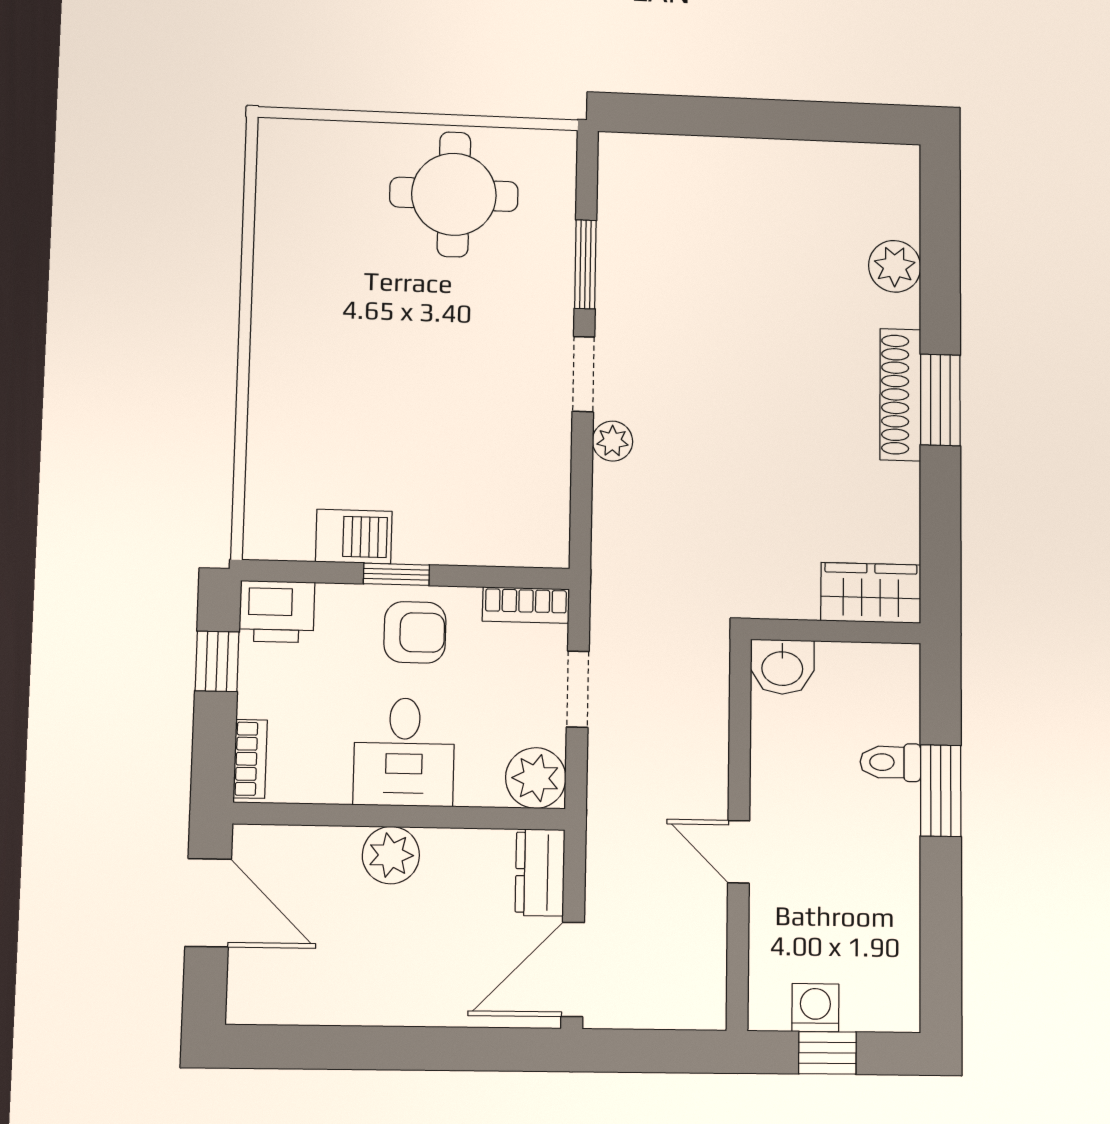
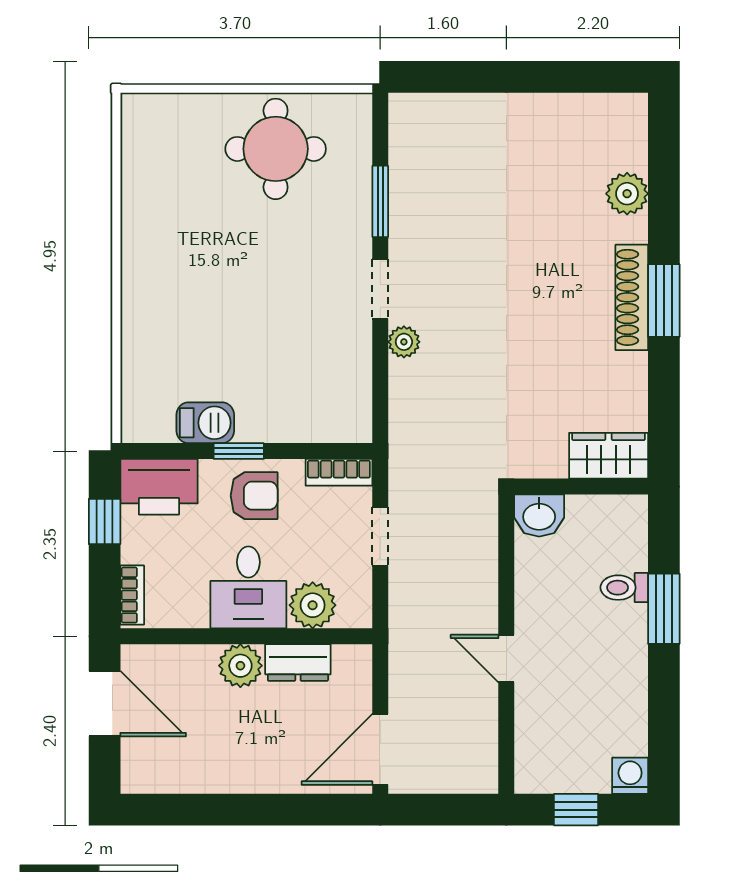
printer: (277, 612) -> (159, 487), width x1.37, depth x1.19
plant: (536, 778) -> (313, 605), moved
dresser: (540, 872) -> (298, 663), moved, turned -90
washing machine: (815, 1008) -> (630, 776), moved

